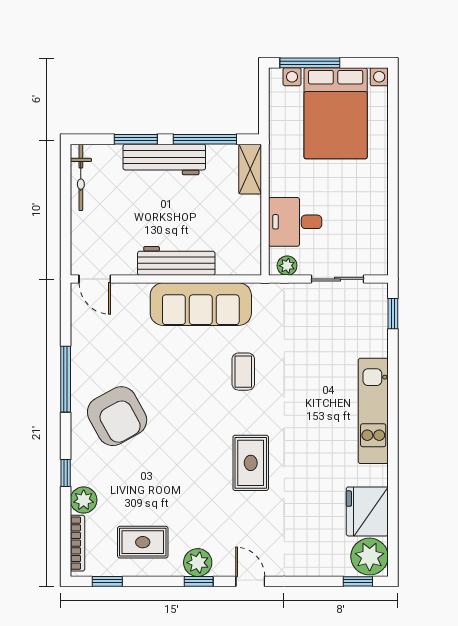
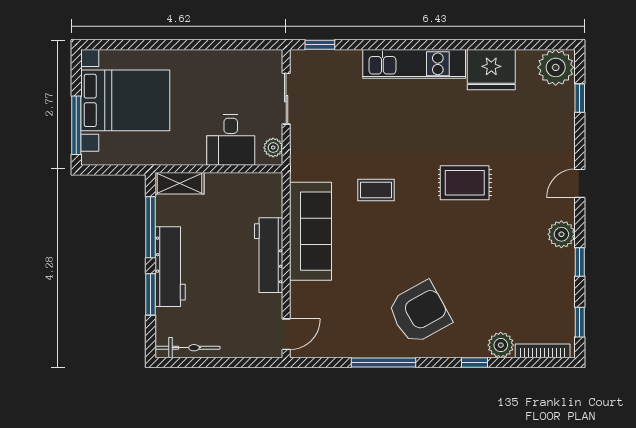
fridge: (367, 511) -> (491, 70), moved
rug: (143, 542) -> (542, 288), removed
window: (199, 581) -> (580, 262), moved
window: (358, 581) -> (580, 98), moved

